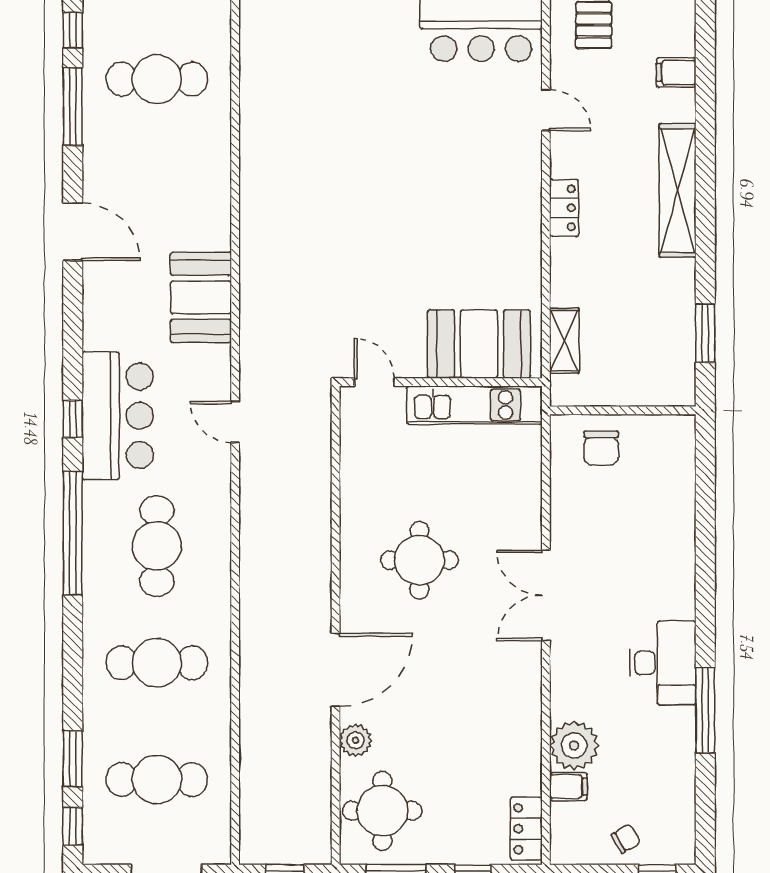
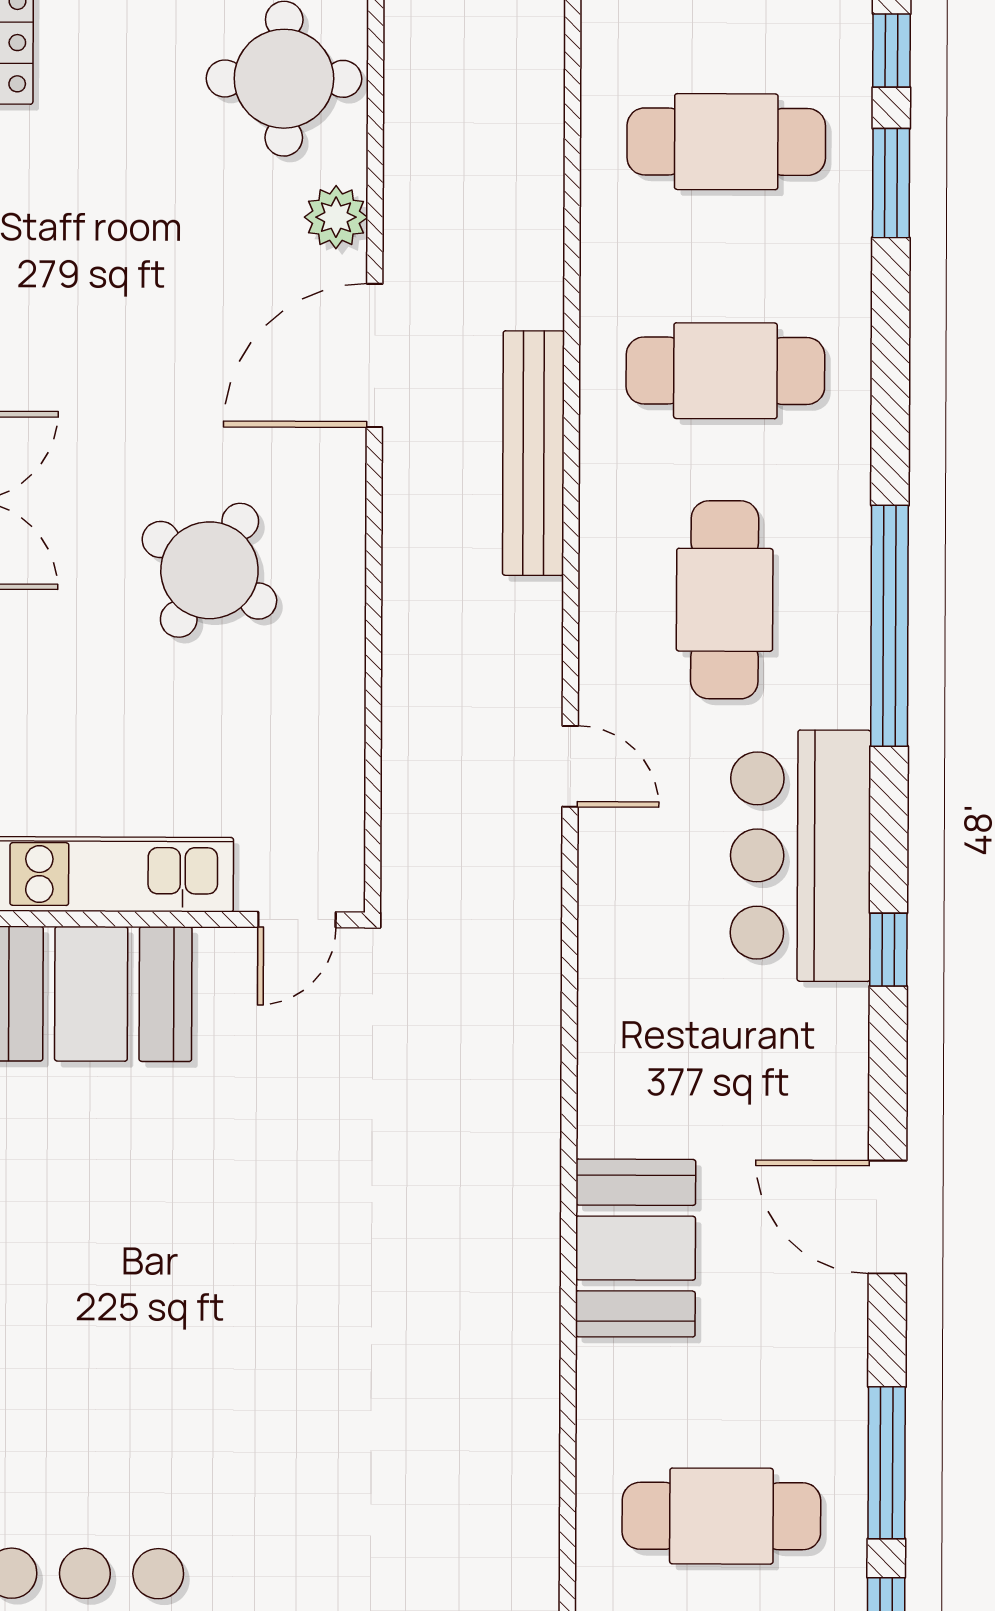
booth: (201, 297) -> (636, 1248), moved
door: (374, 382) -> (297, 920), hinge flipped
window: (73, 419) -> (888, 950), moved
door: (235, 422) -> (570, 766), moved
round table: (419, 560) -> (209, 570), turned 32
bench: (255, 620) -> (533, 453), added

